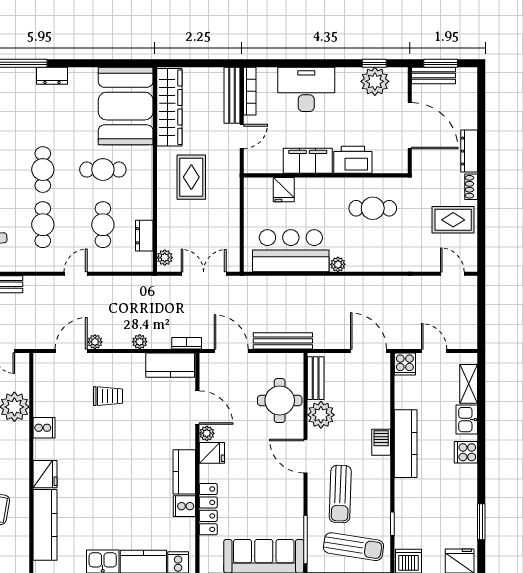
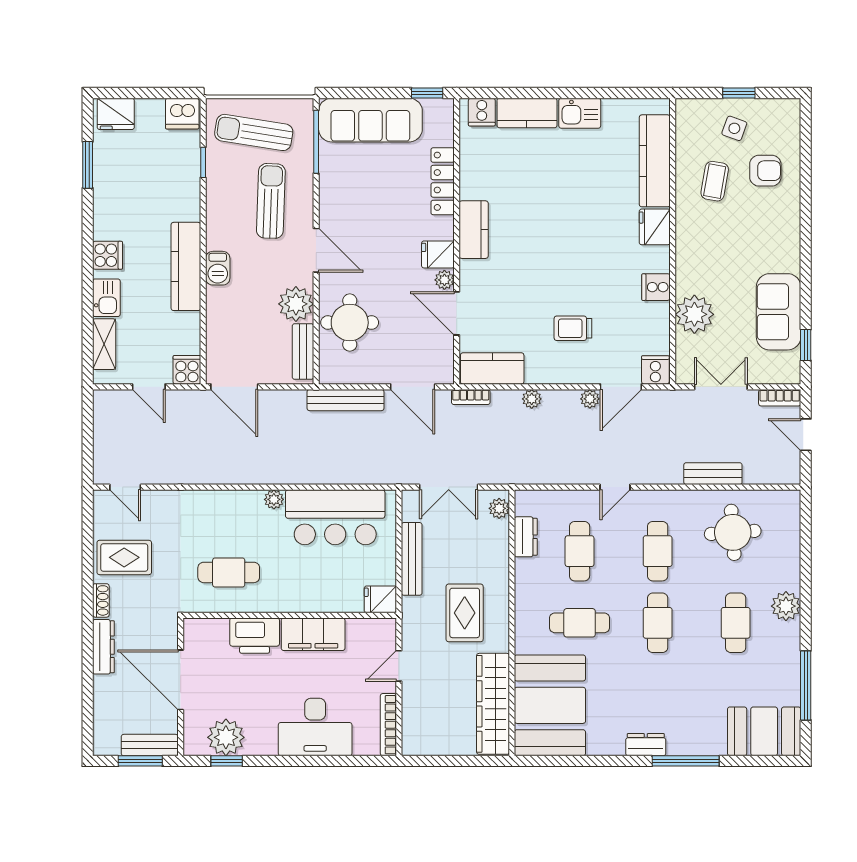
bench: (232, 95) -> (412, 559), moved
fridge: (284, 190) -> (380, 599), moved, turned -90
cooker: (184, 506) -> (655, 370), moved, turned -90

